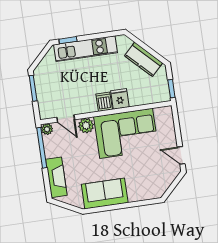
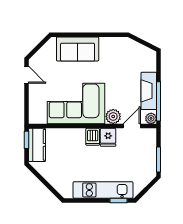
kitchen counter: (144, 59) -> (37, 145), moved, turned 45
fridge: (120, 99) -> (108, 137), moved
door: (66, 118) -> (132, 126), hinge flipped
fireplace: (56, 177) -> (149, 91), moved
sofa: (105, 194) -> (78, 49), moved

